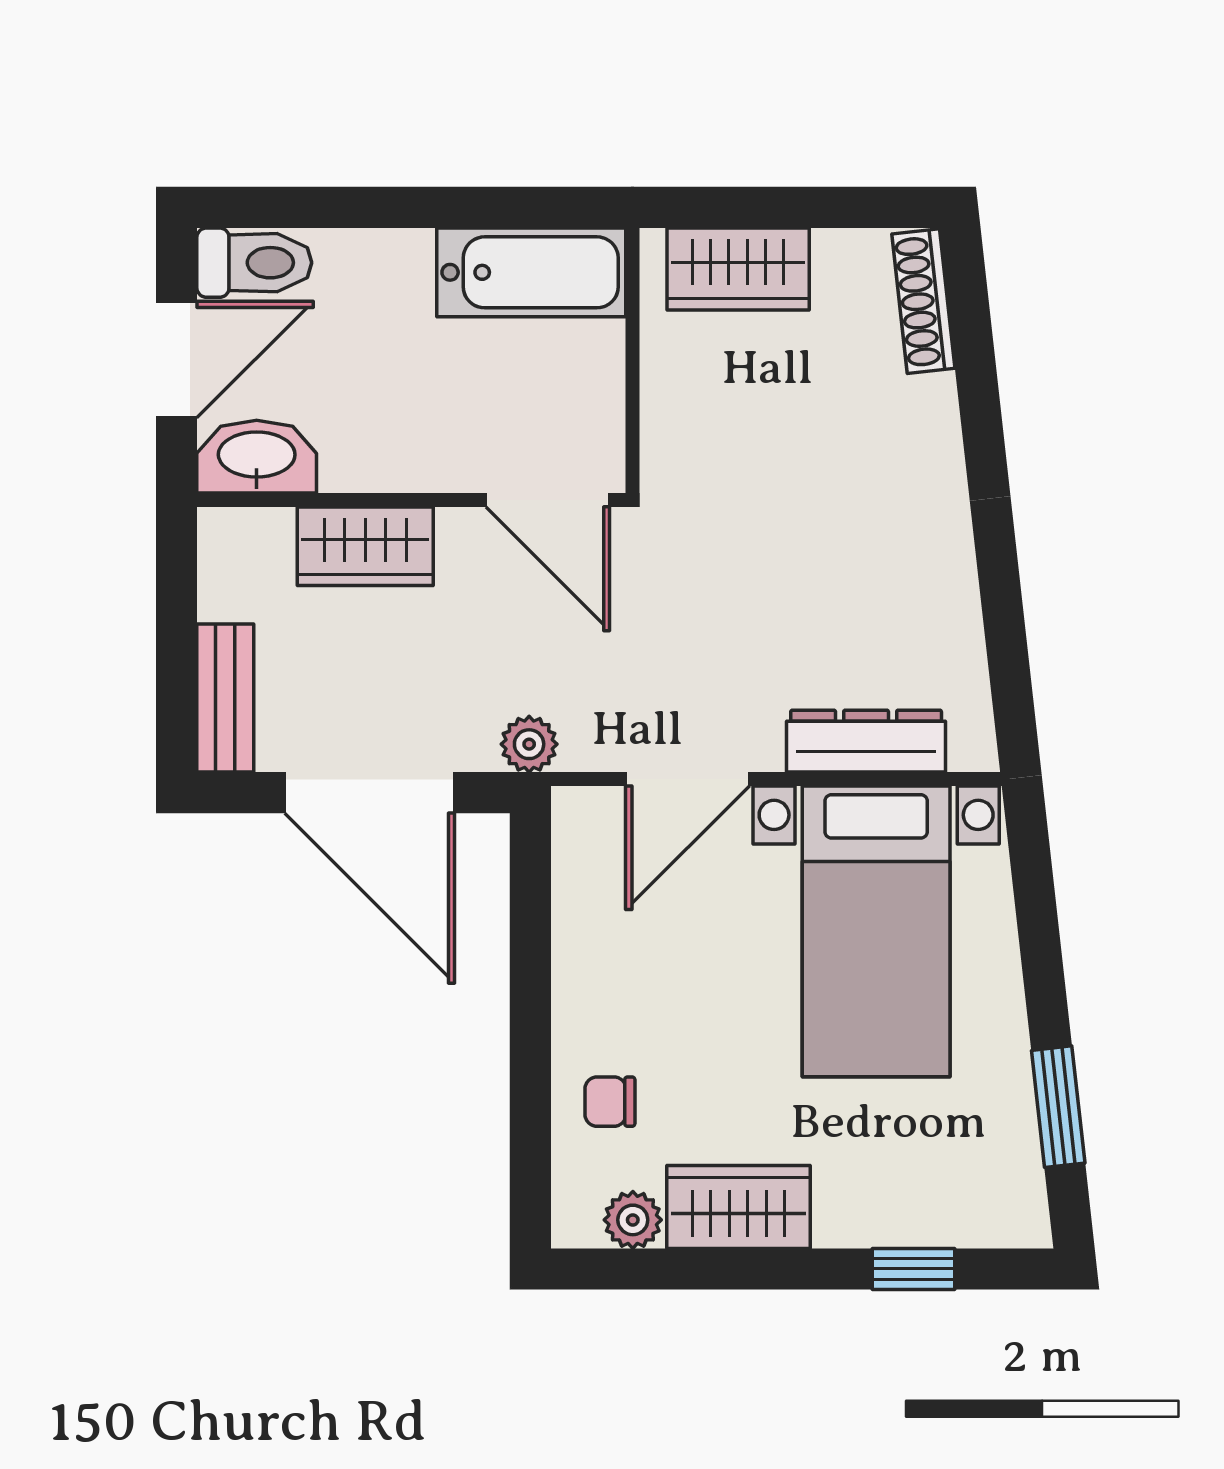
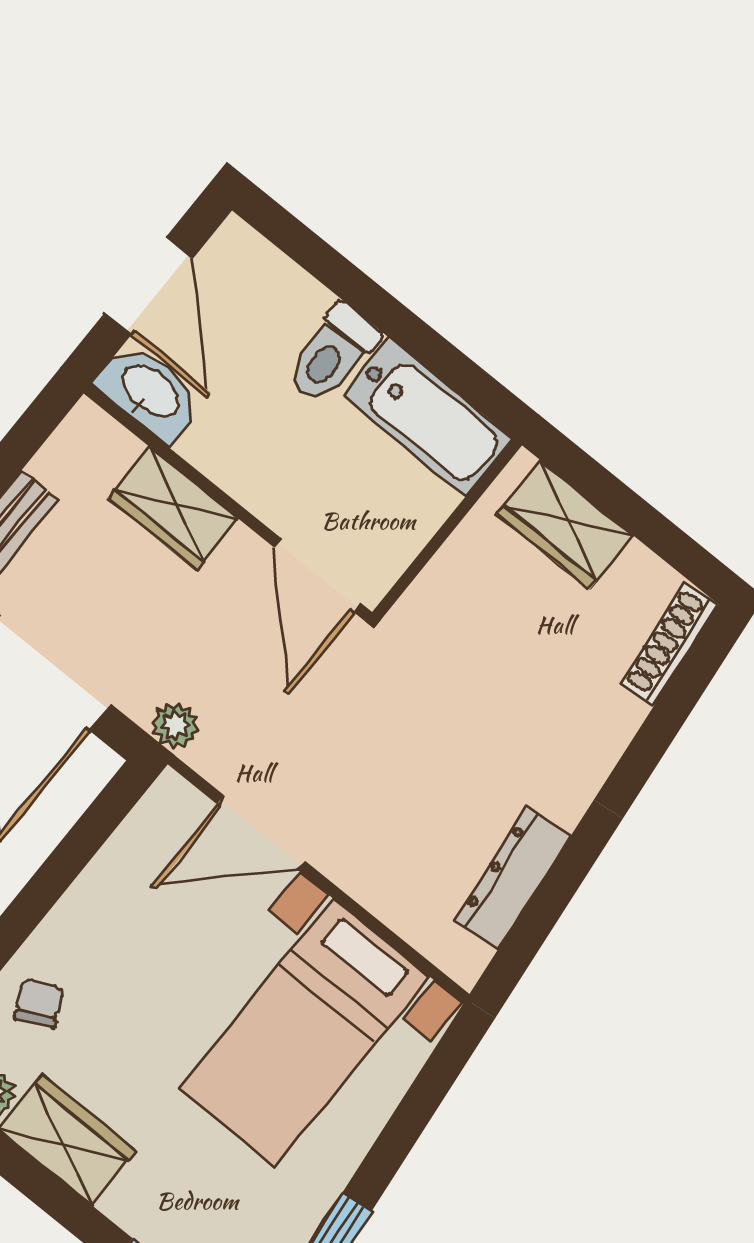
toilet: (254, 263) -> (332, 354), moved, turned 90
door: (177, 360) -> (149, 286), hinge flipped
dresser: (866, 741) -> (513, 878), moved, turned -96
chair: (610, 1102) -> (39, 1003), turned 64

